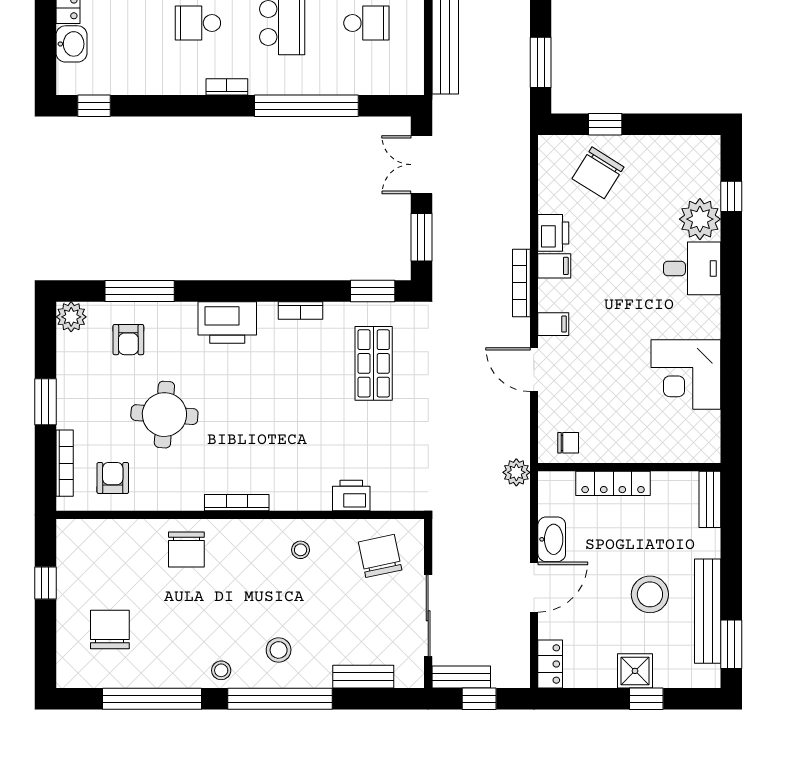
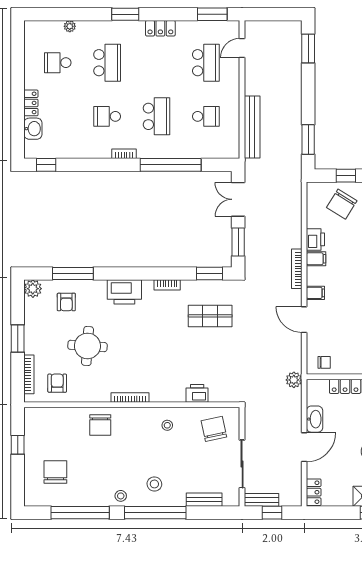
shop shelf: (374, 363) -> (210, 316), turned 90

